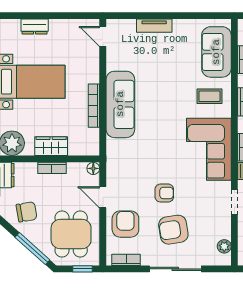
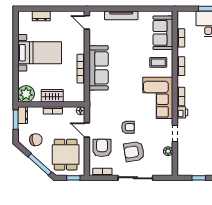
tv unit: (154, 26) -> (121, 15), width x1.41
plant: (224, 246) -> (168, 151), moved

